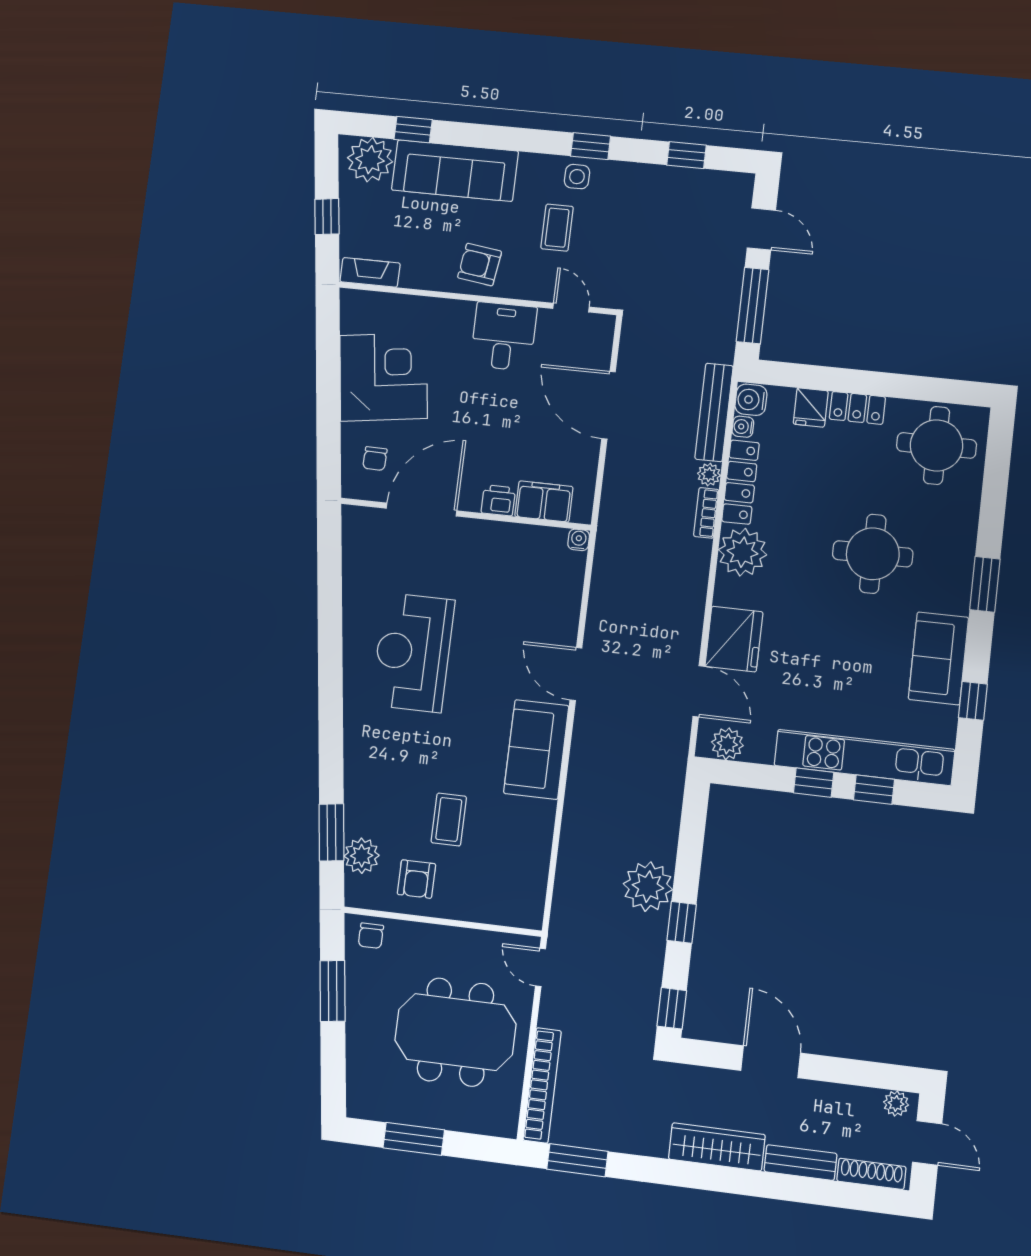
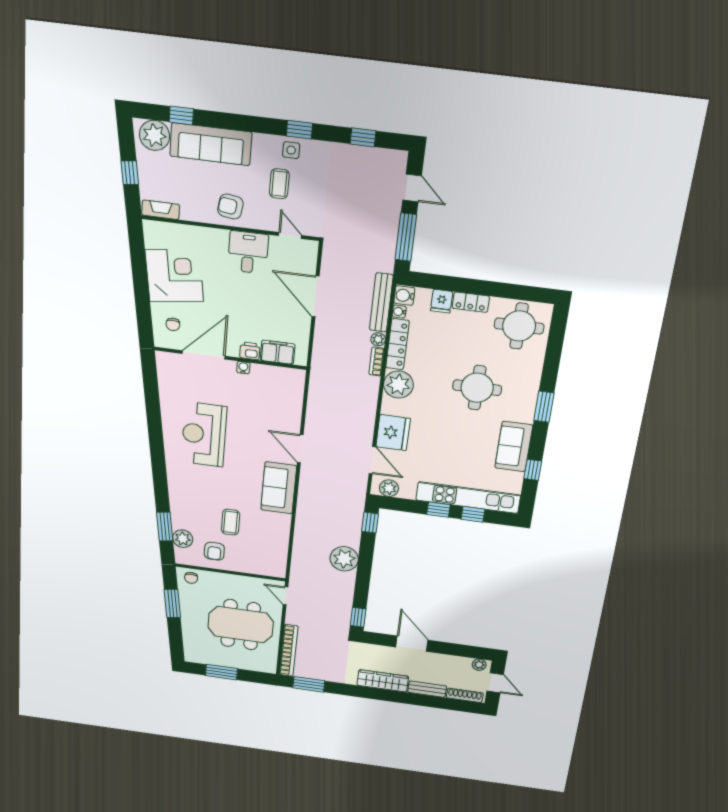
water cooler: (579, 540) -> (243, 368), moved
window: (682, 922) -> (370, 523), moved

